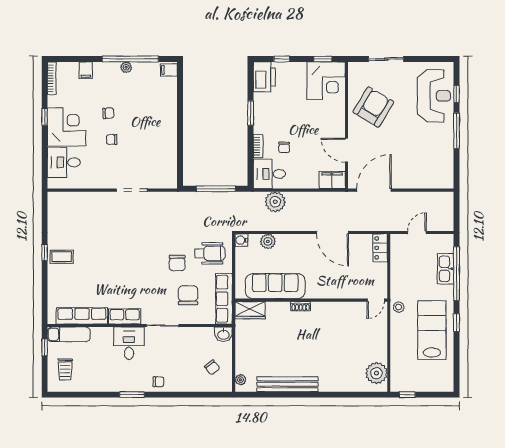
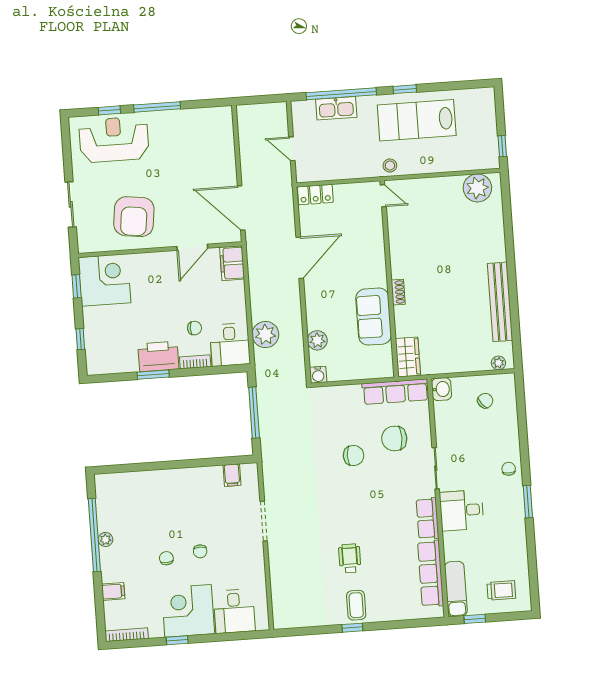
filing cabinet: (169, 70) -> (232, 475), moved
printer: (264, 77) -> (158, 356), moved
armchair: (373, 107) -> (134, 217), turned -114
wheelchair: (210, 253) -> (350, 558), moved, width x0.73, depth x0.73
sofa: (275, 286) -> (374, 317), width x0.73

